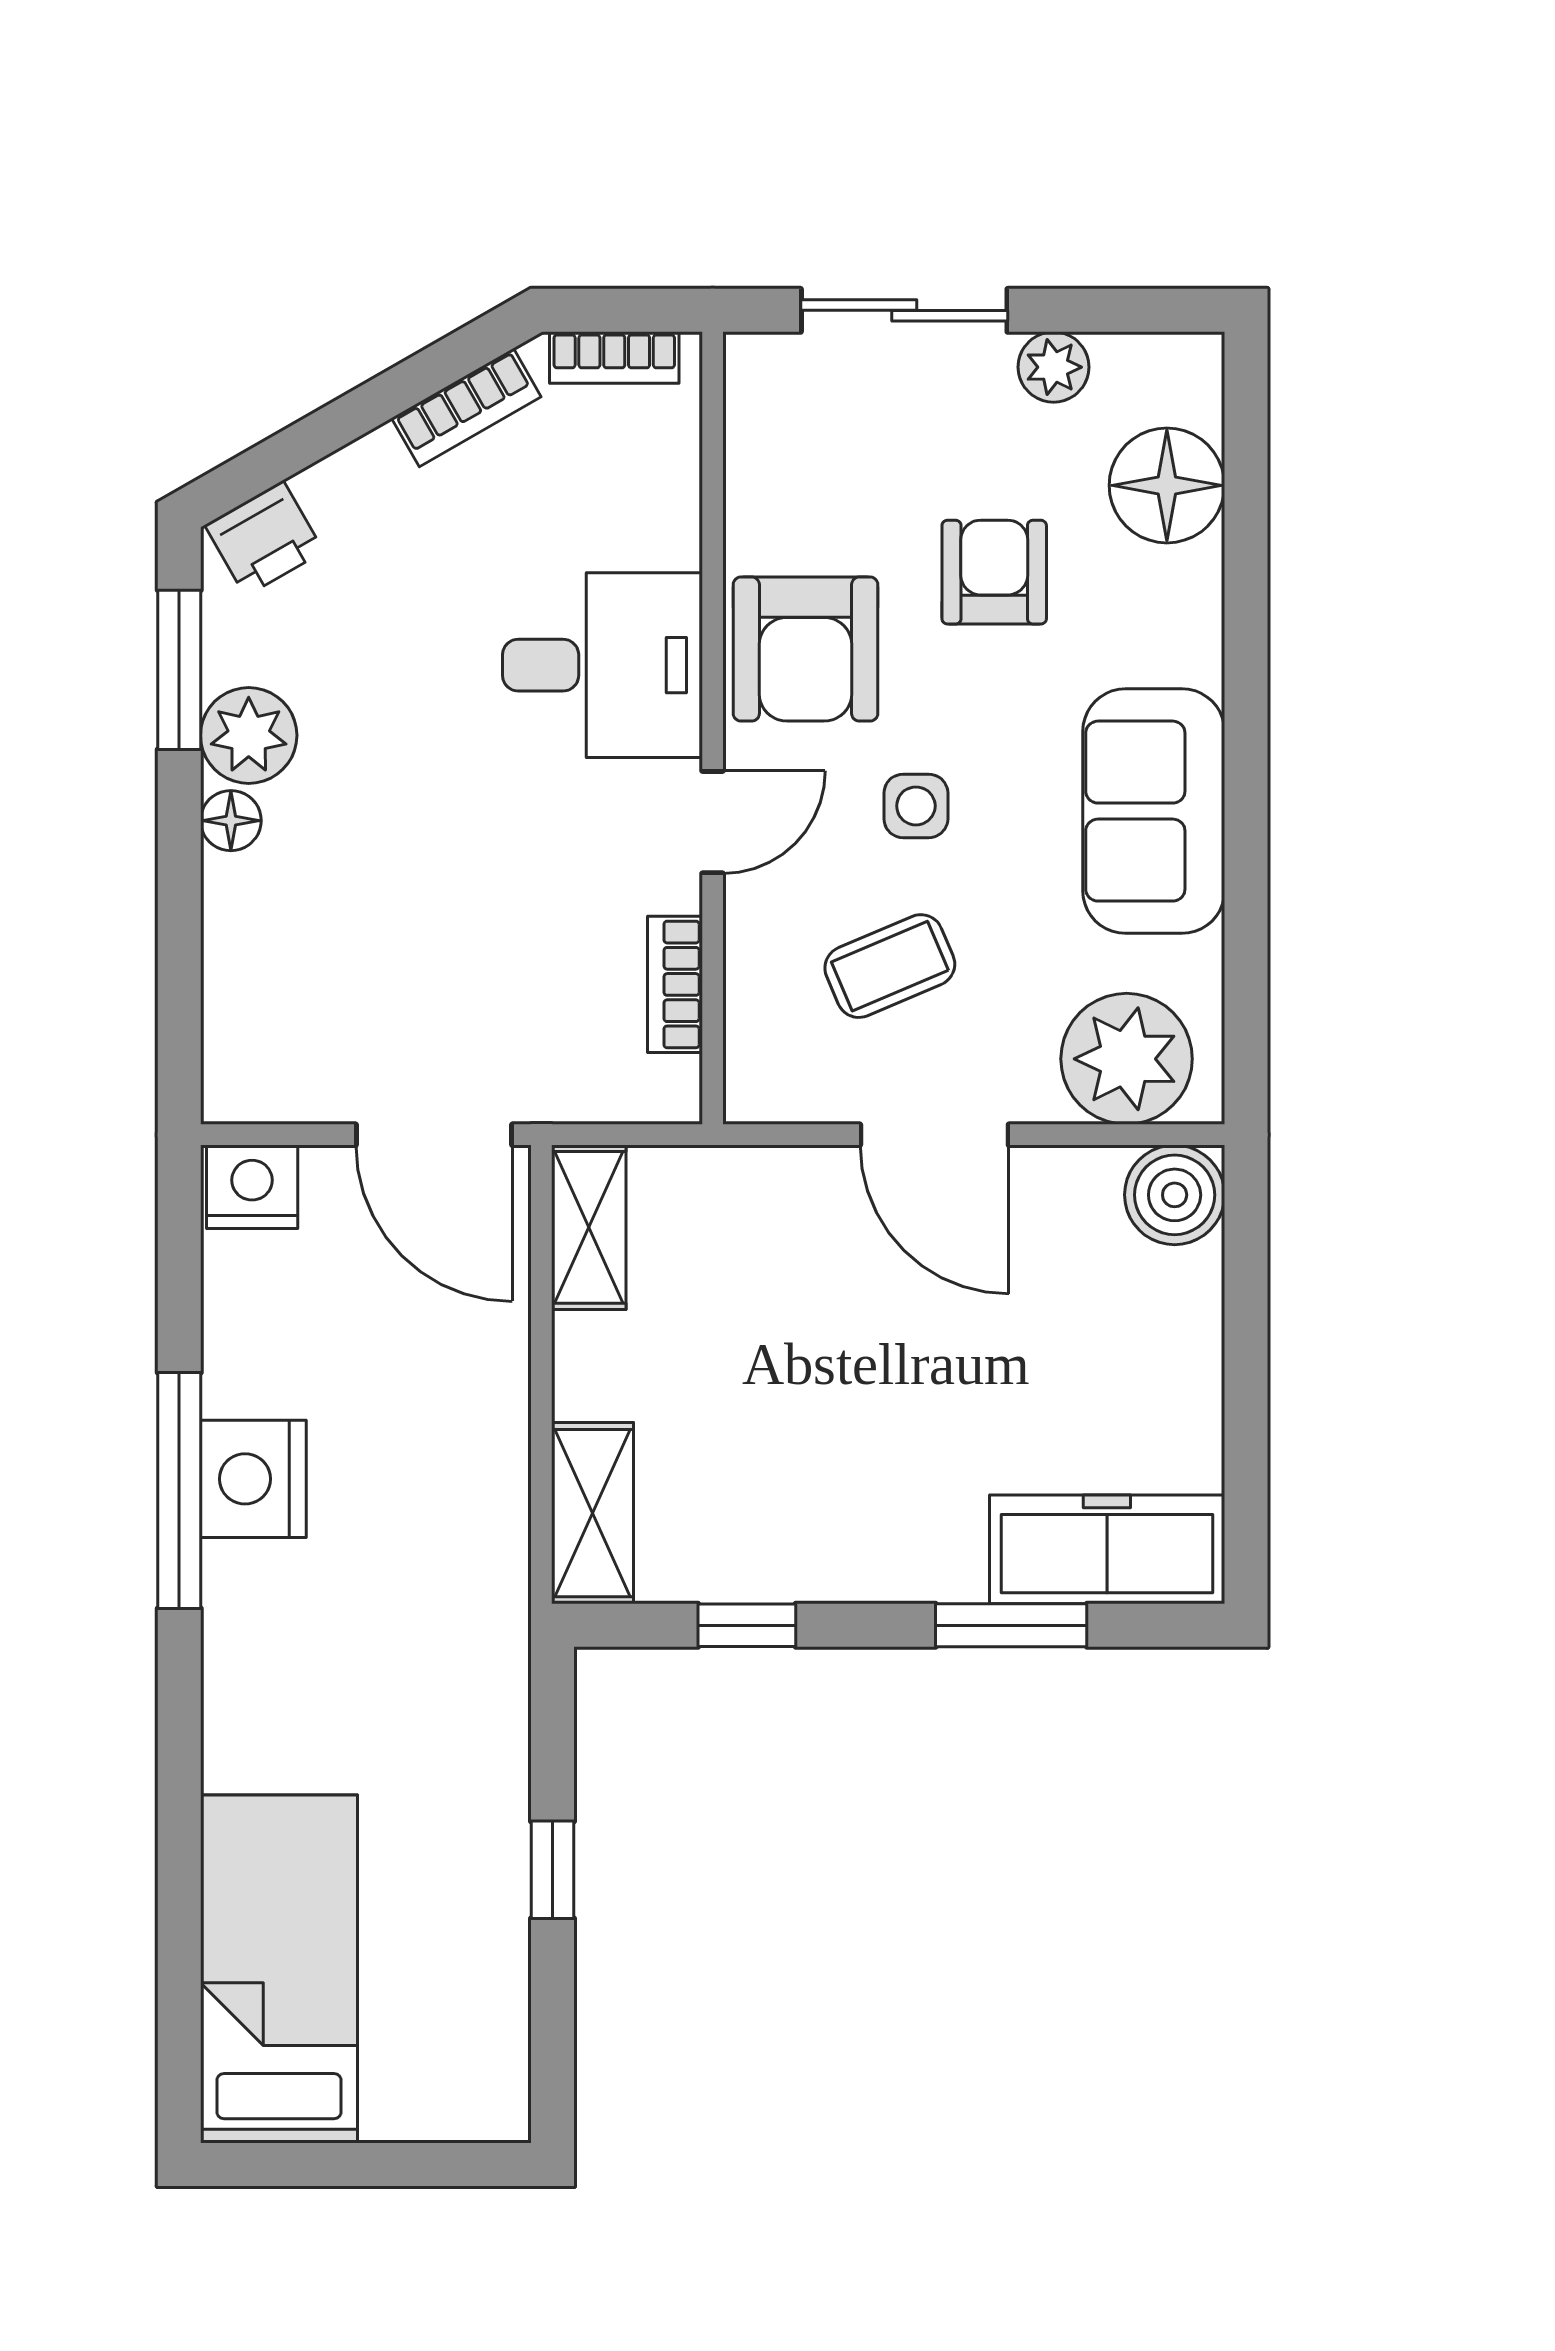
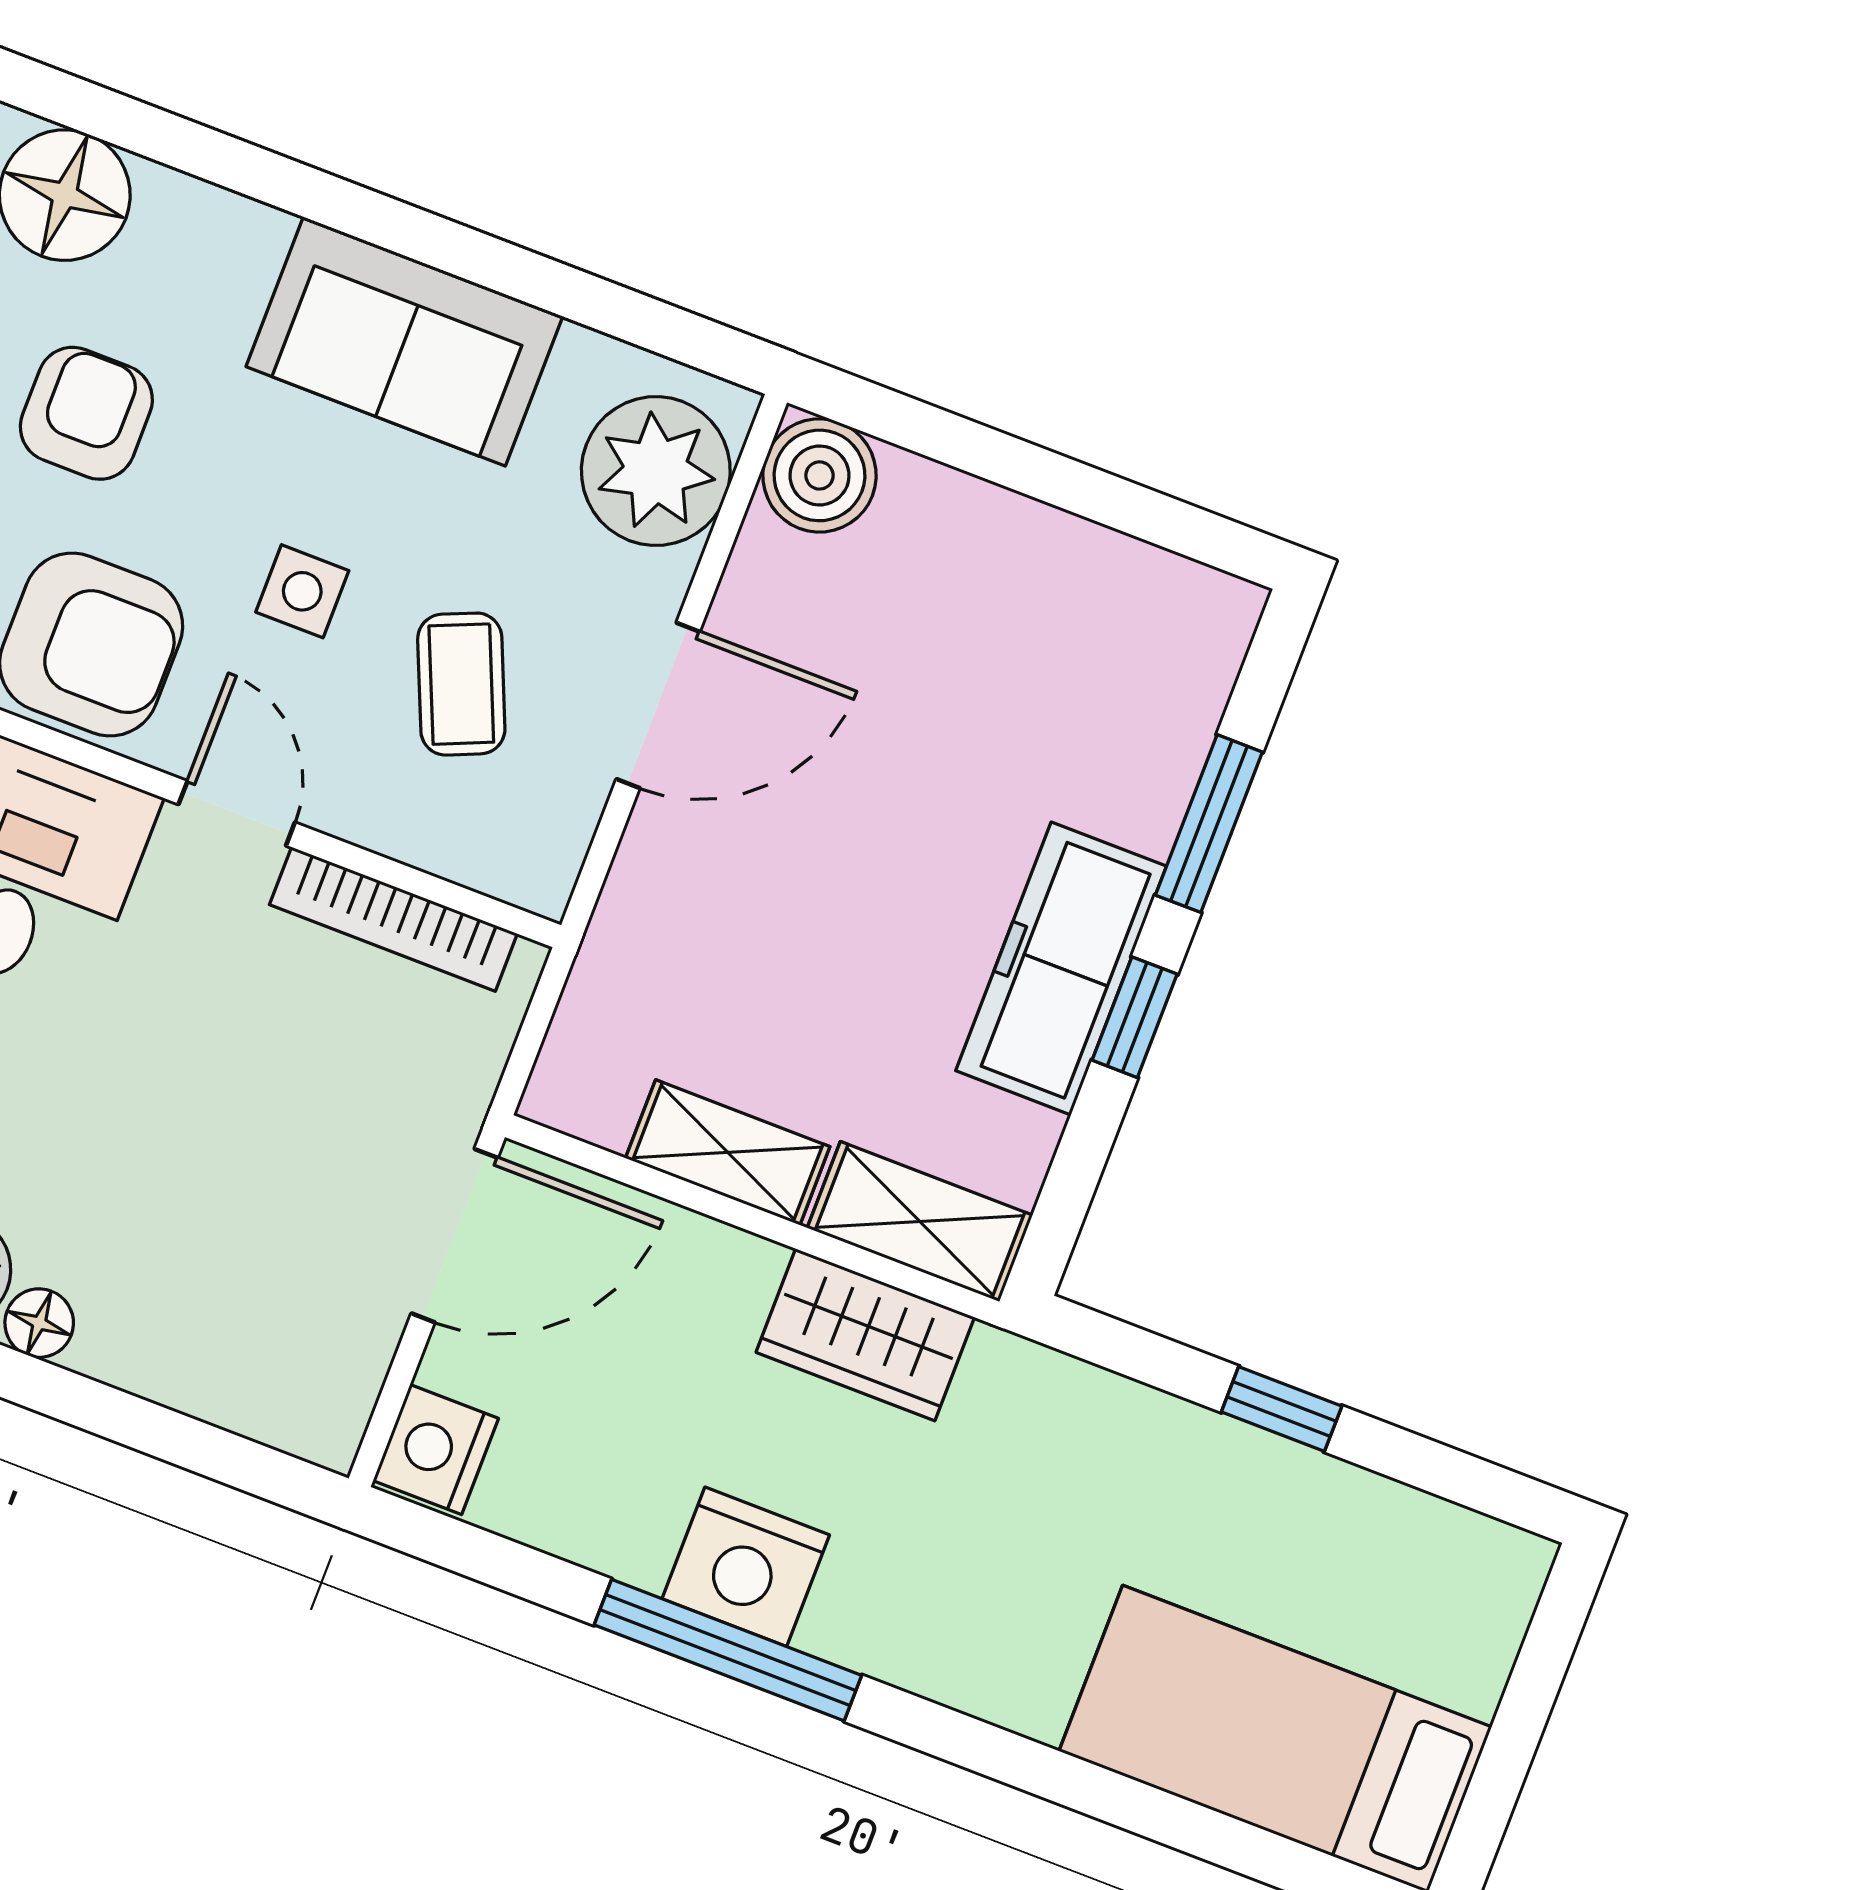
armchair: (994, 572) -> (86, 413), turned 90
bookcase: (675, 984) -> (393, 919), width x1.56
shelving: (589, 1227) -> (728, 1152), moved
wardrobe: (482, 1504) -> (865, 1335), added
freezer: (1107, 1549) -> (1061, 968), moved
window: (747, 1625) -> (1135, 1017), moved

